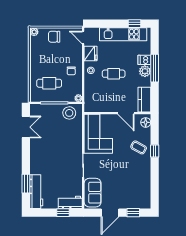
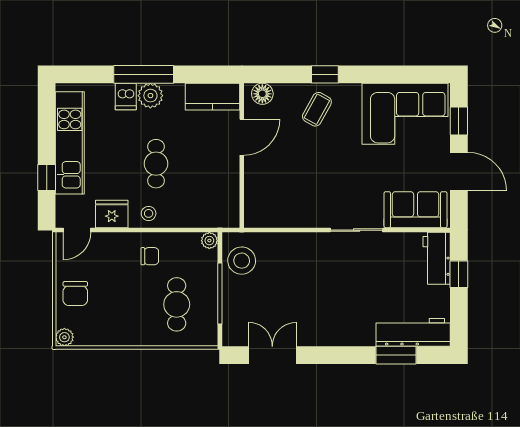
window: (135, 24) -> (47, 177), moved
corner sofa: (98, 134) -> (405, 114), moved, turned 180

